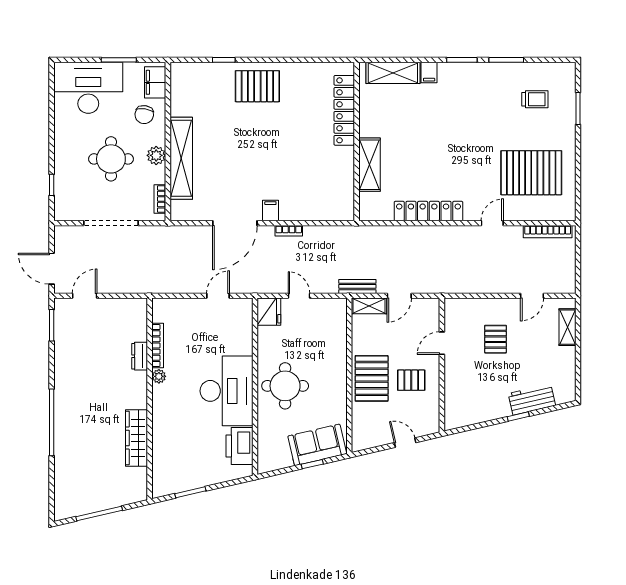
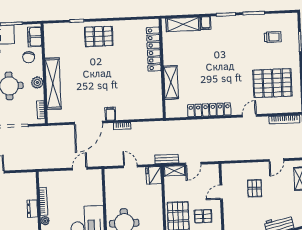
fridge: (269, 312) -> (154, 175), moved, turned 180

